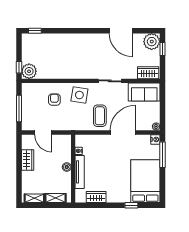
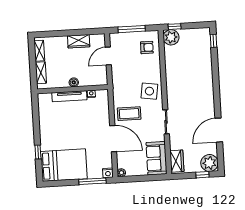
armchair: (54, 100) -> (147, 47), moved
wardrobe: (96, 197) -> (44, 115), removed

